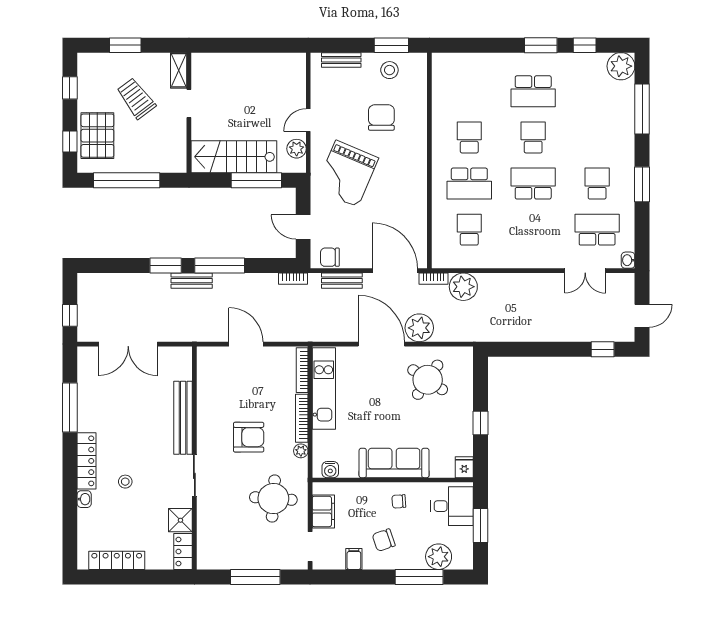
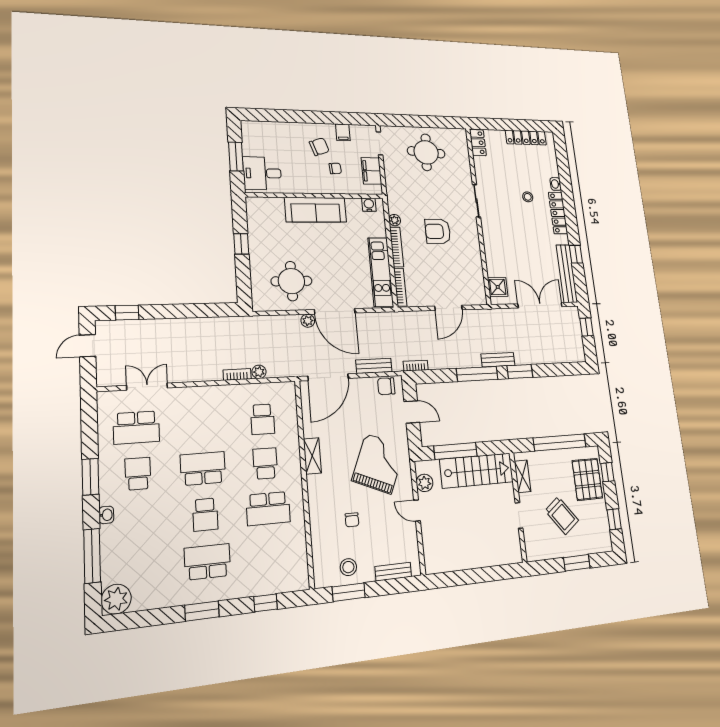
window: (585, 45) -> (266, 603), moved
shelving: (179, 70) -> (523, 476), moved
chair: (381, 117) -> (352, 520), width x0.54, depth x0.54
door: (308, 120) -> (417, 511), swing flipped
school desk: (469, 137) -> (268, 509), width x1.85
school desk: (469, 184) -> (265, 463), width x0.54
school desk: (533, 184) -> (203, 468), turned 180
school desk: (597, 184) -> (138, 474), turned 180
shelving: (419, 187) -> (312, 456), added
chair: (330, 257) -> (386, 386), turned 180
washbasin: (628, 260) -> (106, 515), moved
door: (395, 271) -> (328, 377), hinge flipped
bookcase: (434, 279) -> (237, 375), moved
plant: (463, 287) -> (259, 372), width x0.53, depth x0.53
plant: (419, 328) -> (308, 321), width x0.53, depth x0.53
door: (246, 344) -> (448, 308), hinge flipped
round table: (428, 380) -> (291, 281), turned -34
window: (70, 407) -> (576, 254), width x0.46
bench: (183, 418) -> (567, 274), moved
fridge: (464, 467) -> (254, 206), removed
round table: (273, 499) -> (426, 152), moved
chair: (399, 501) -> (335, 168), moved
shower: (180, 520) -> (498, 287), moved
plant: (439, 557) -> (271, 132), removed
window: (255, 577) -> (421, 121), removed
window: (419, 577) -> (287, 116), removed

